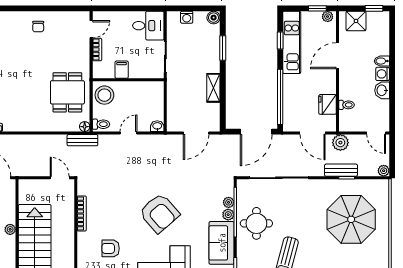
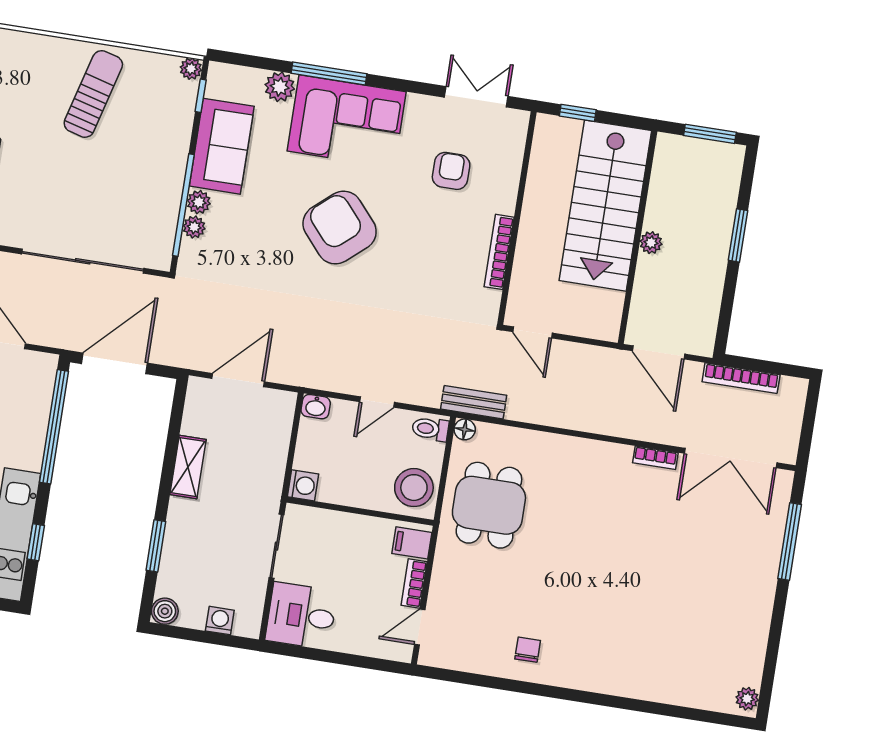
filing cabinet: (122, 70) -> (412, 543), moved, turned 90
washing machine: (157, 88) -> (303, 485), added
round table: (256, 223) -> (144, 175), removed
armchair: (111, 248) -> (451, 171), turned -90

